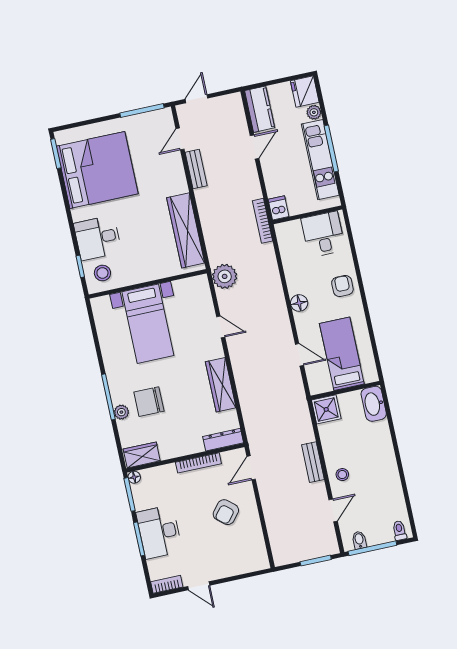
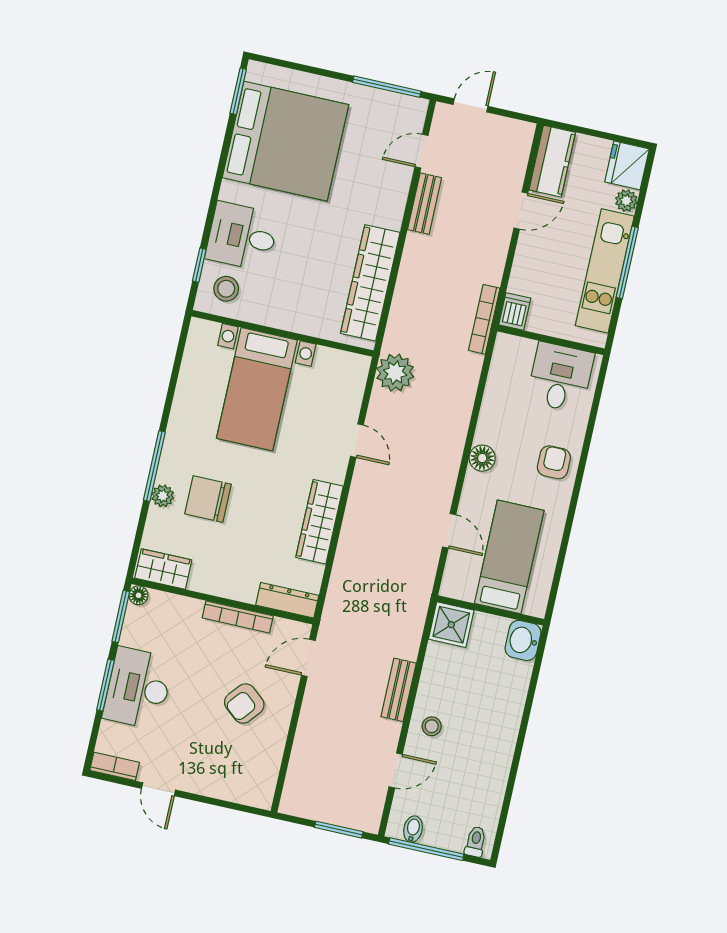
washbasin: (374, 404) -> (523, 640), width x0.72

